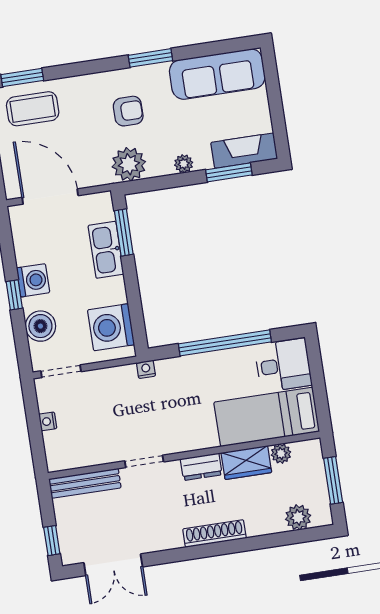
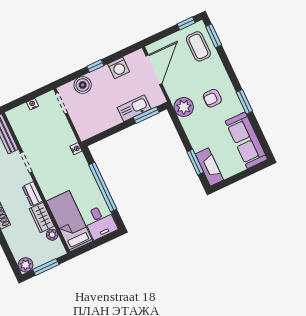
armchair: (128, 111) -> (212, 98), turned 90
plant: (184, 164) -> (193, 136), removed
washing machine: (33, 280) -> (119, 68), moved
washing machine: (111, 327) -> (93, 123), removed
plant: (298, 517) -> (26, 265), moved

